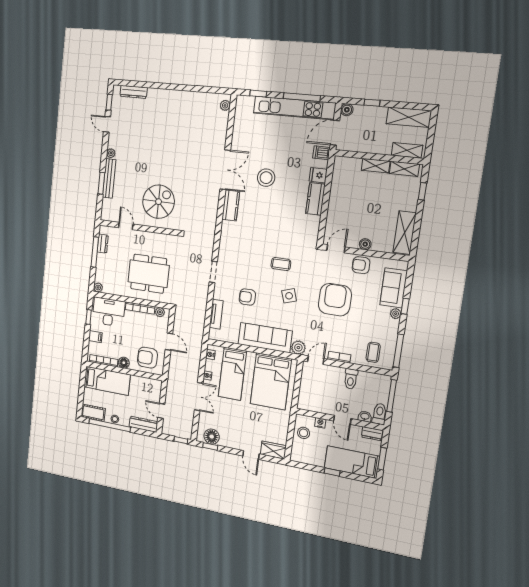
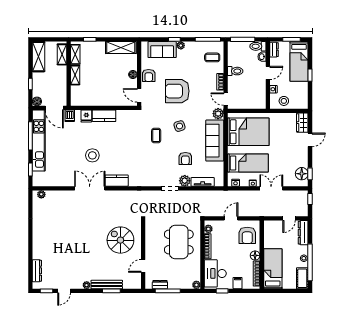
plant: (220, 292) -> (185, 181), added

